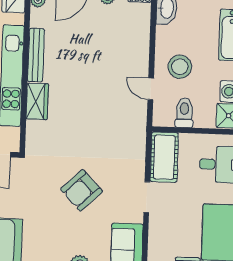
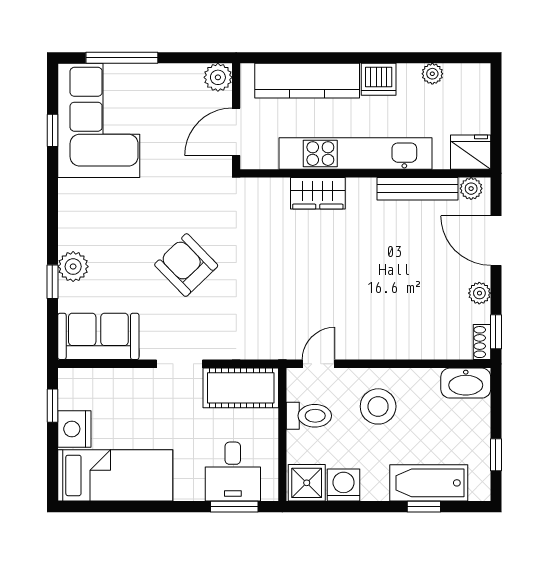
bench: (36, 55) -> (417, 189), moved
door: (151, 89) -> (319, 364), moved

